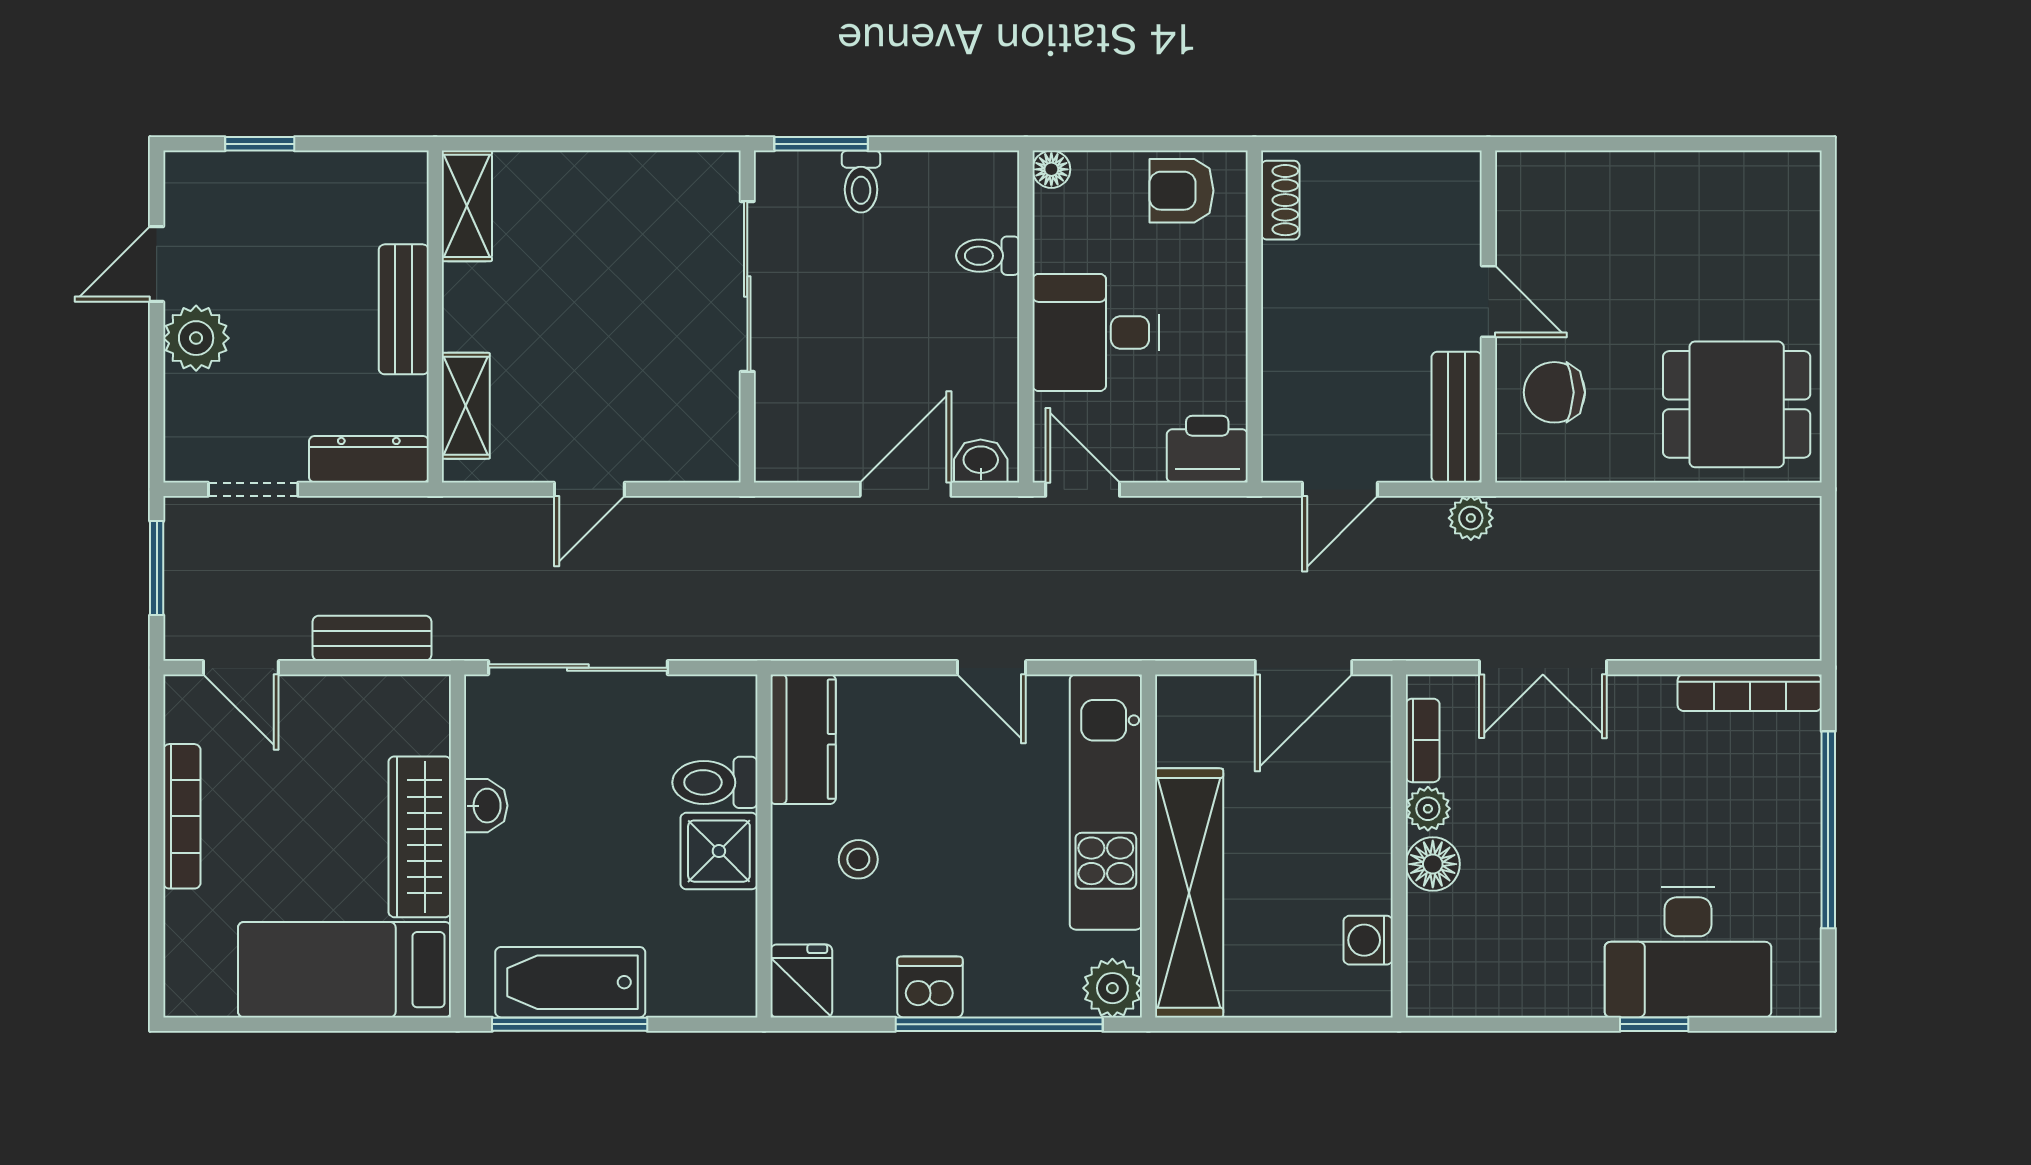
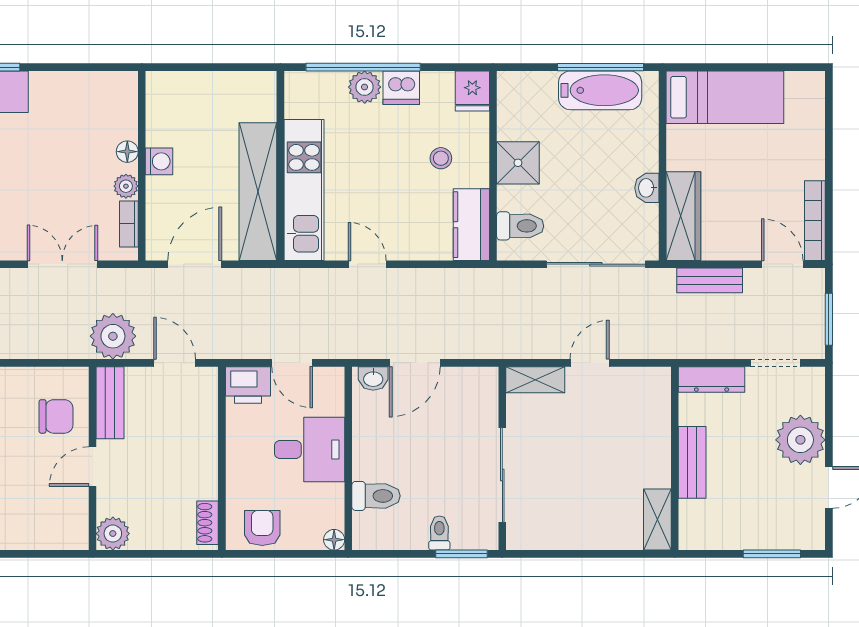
window: (260, 144) -> (772, 554), width x1.50
plant: (1452, 181) -> (113, 534), added
armchair: (1181, 191) -> (262, 528), turned -90
toilet: (988, 256) -> (376, 496), width x1.37, depth x1.39
door: (1488, 302) -> (92, 467), hinge flipped
plant: (196, 338) -> (800, 440), width x1.36, depth x1.36
shelving: (466, 406) -> (535, 380), moved, turned 90
door: (1083, 489) -> (292, 363), moved
door: (1340, 489) -> (175, 363), hinge flipped
plant: (1471, 518) -> (113, 336), width x1.88, depth x1.88
toilet: (715, 782) -> (520, 226), moved
bookcase: (182, 816) -> (815, 221), moved
wardrobe: (420, 837) -> (683, 216), moved
floor lamp: (1433, 864) -> (127, 152), width x0.73, depth x0.73
shelving: (1189, 893) -> (258, 192), moved
washing machine: (1368, 940) -> (159, 161), moved
plant: (1112, 988) -> (365, 87), moved

